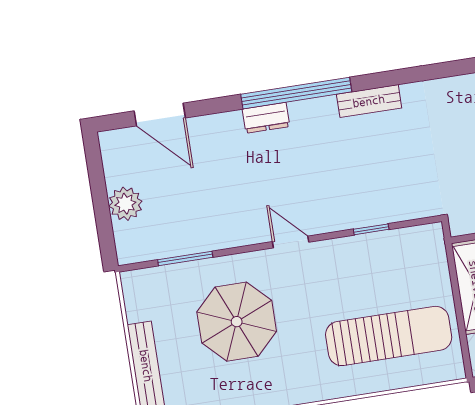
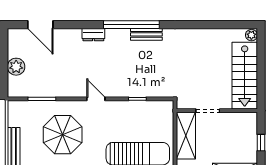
window: (296, 93) -> (131, 25), moved

